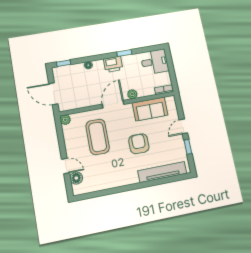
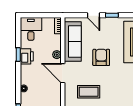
printer: (113, 64) -> (27, 56), moved
sofa: (150, 109) -> (73, 42), width x1.36
coffee table: (98, 137) -> (89, 92), width x0.73, depth x0.76
armchair: (139, 144) -> (101, 57), turned 90

